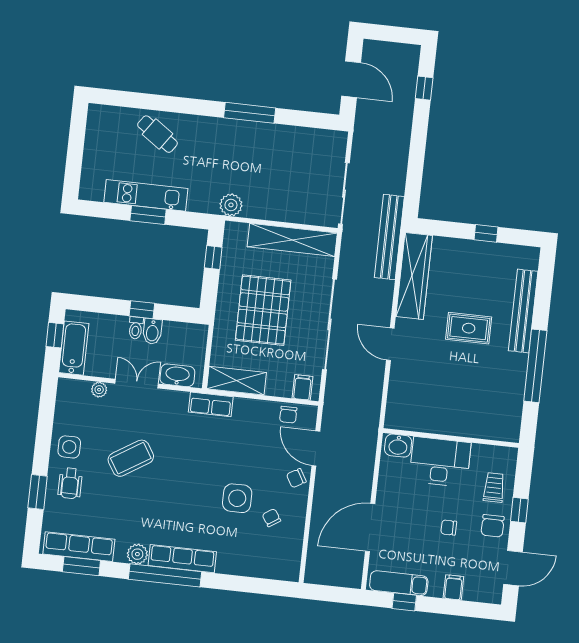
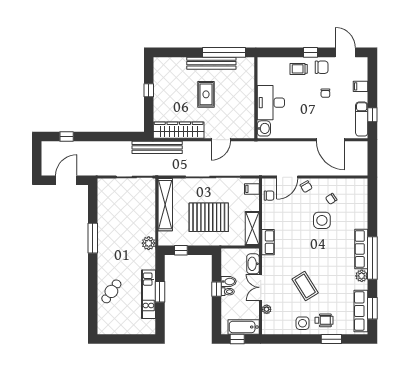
bench: (523, 311) -> (211, 63), moved
wall: (451, 438) -> (256, 98), moved
washbasin: (398, 446) -> (264, 128), moved
desk: (440, 462) -> (271, 103), moved

